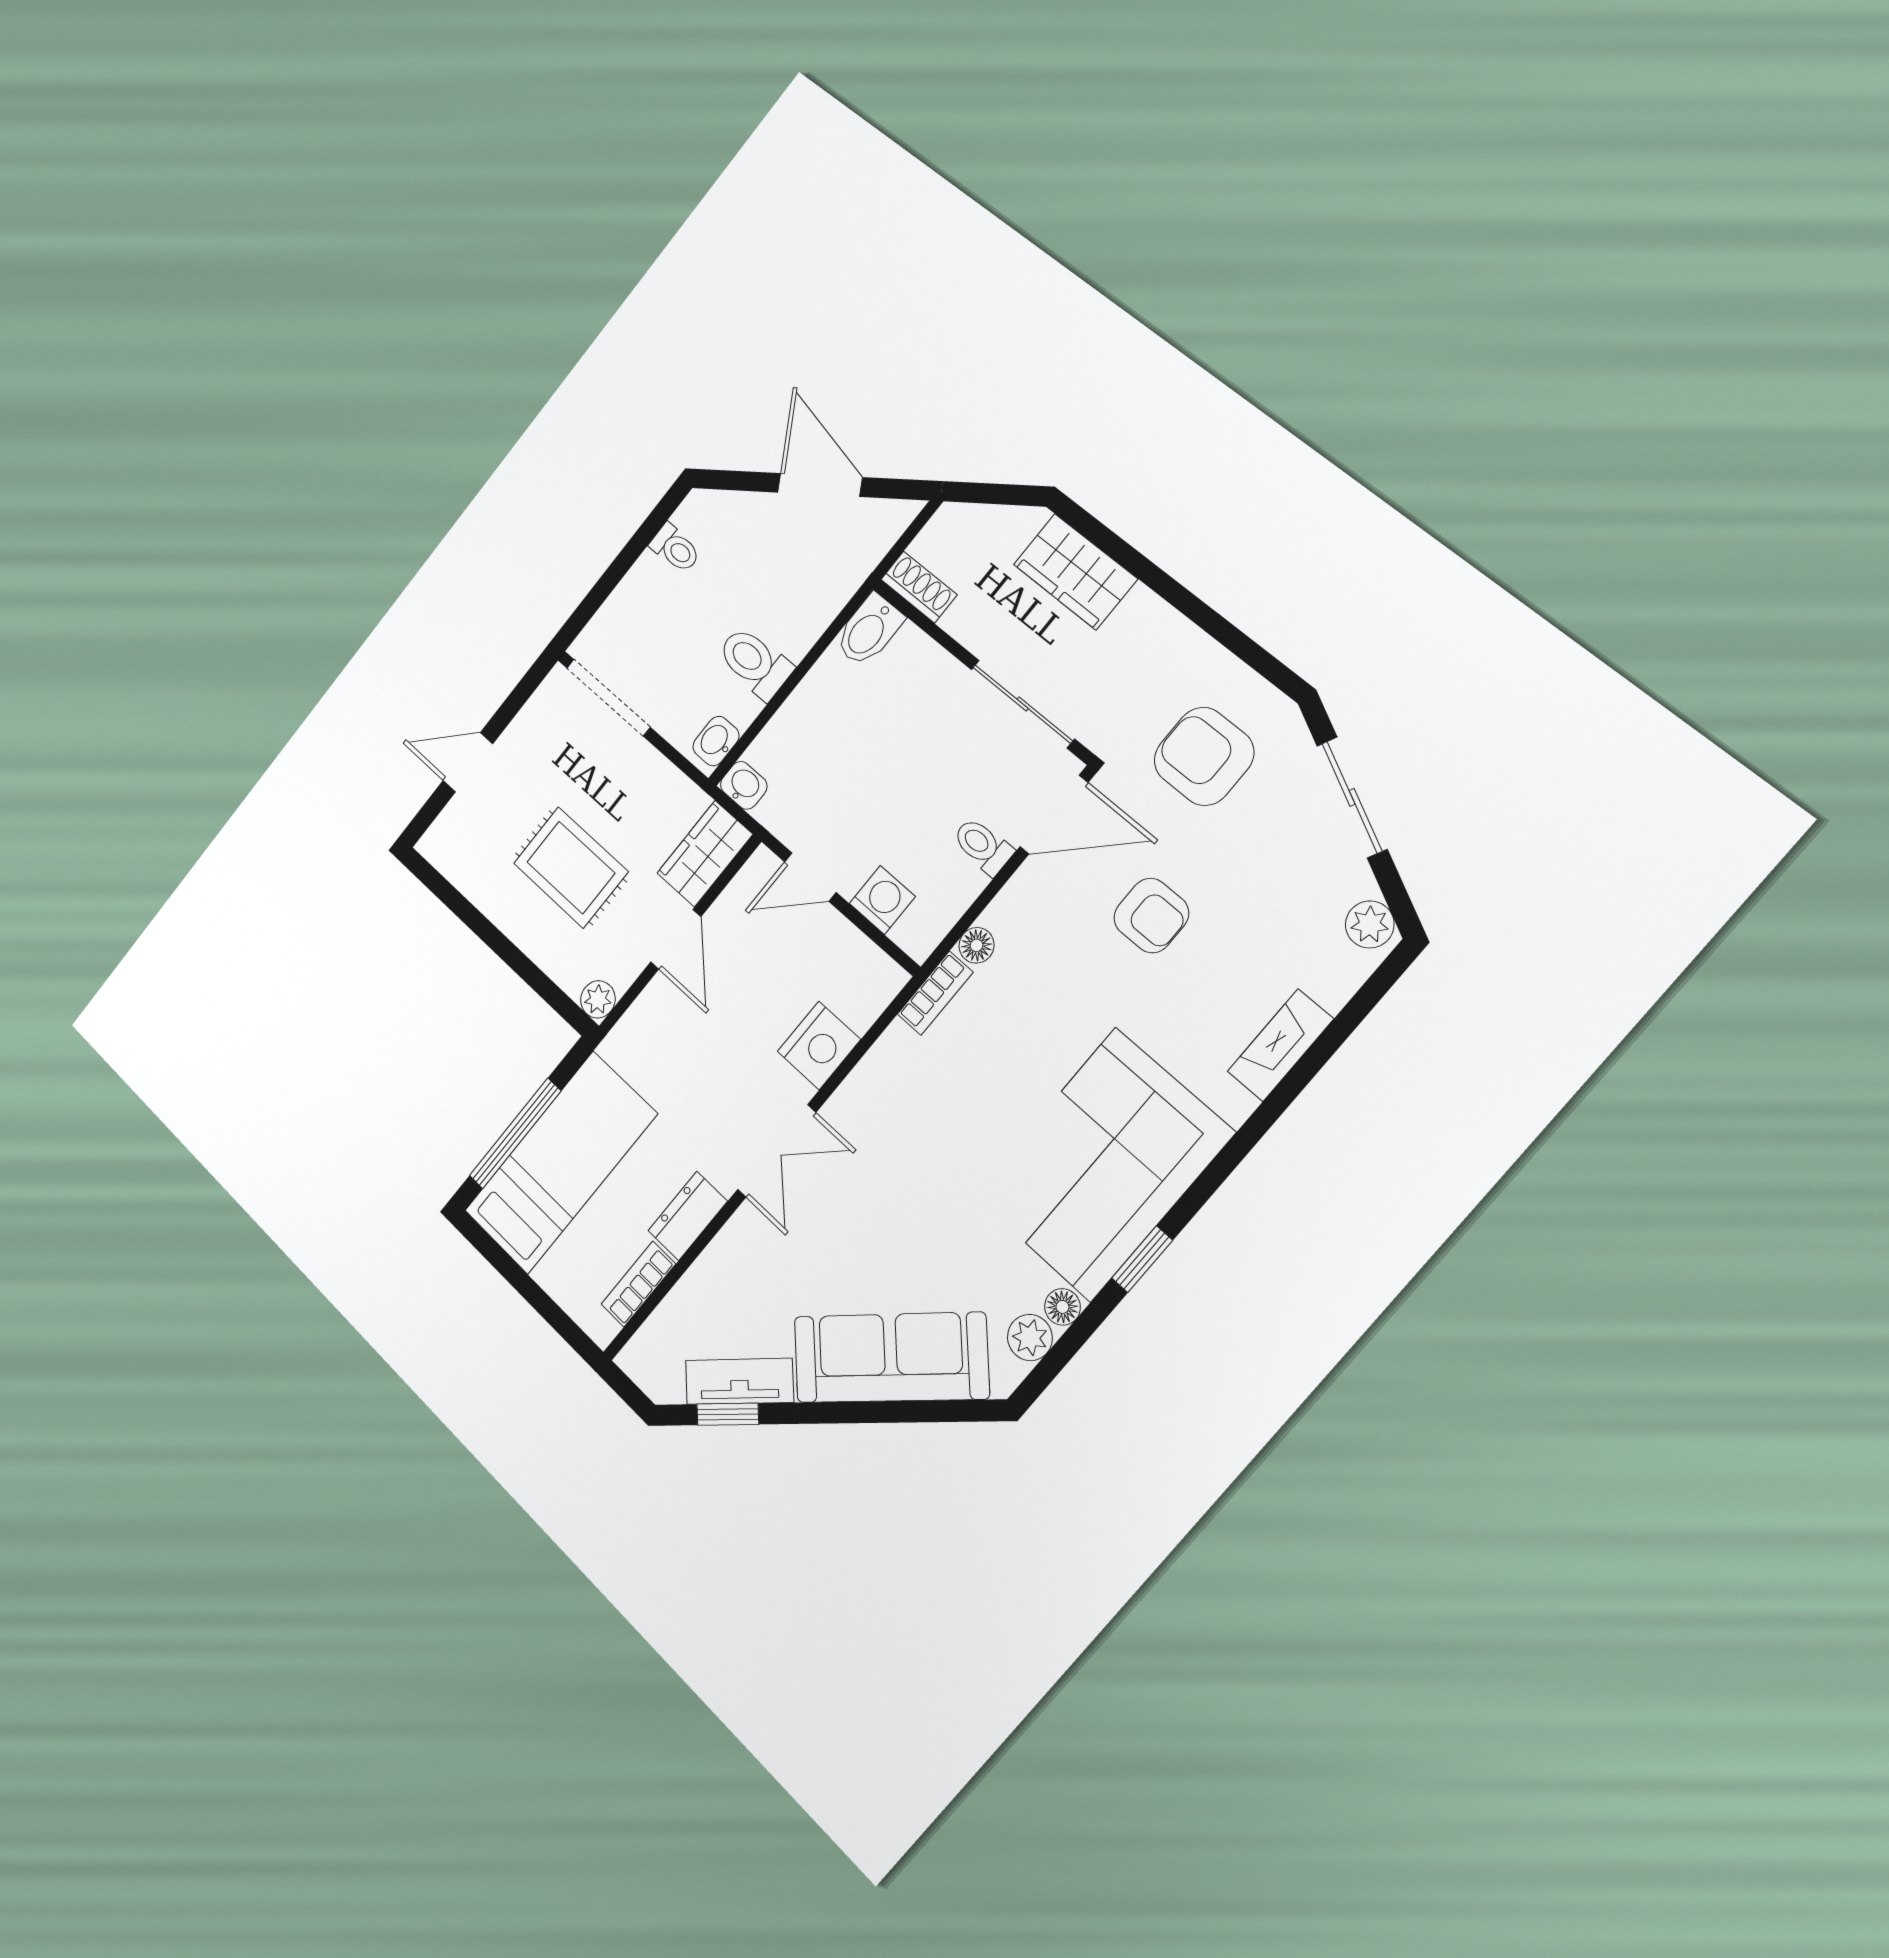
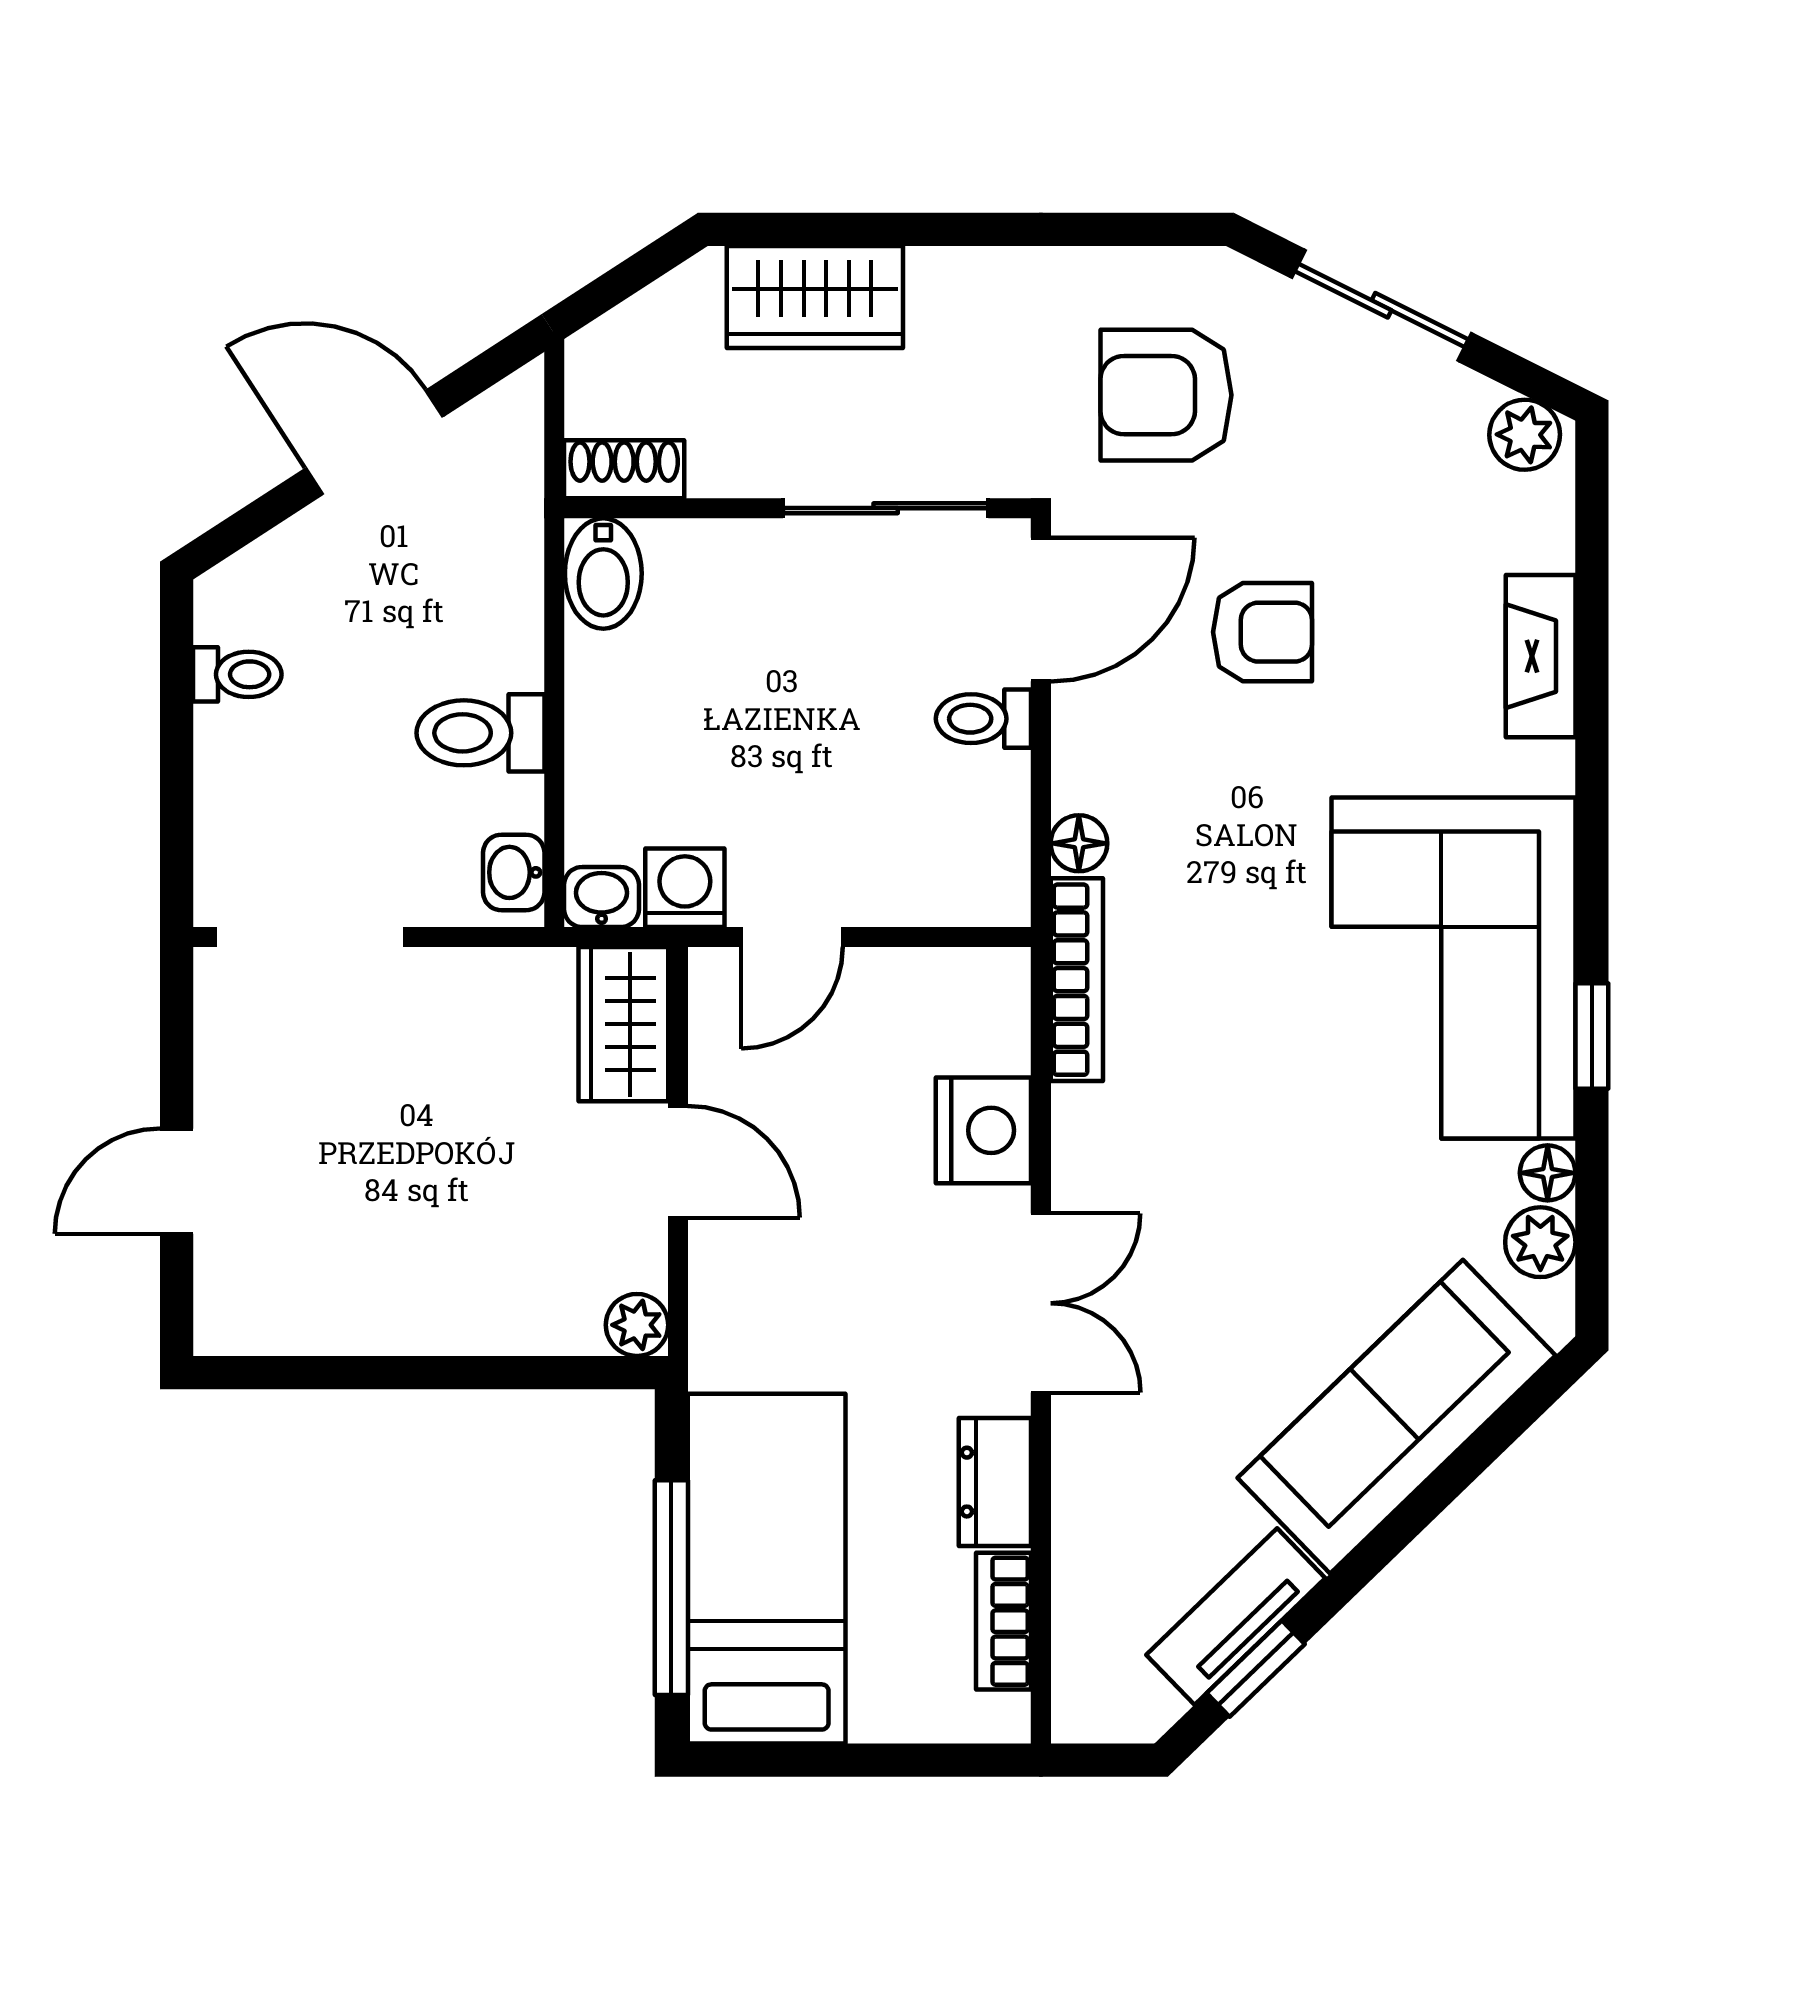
rug: (571, 867) -> (450, 1193), removed
washing machine: (882, 900) -> (685, 888), moved
bookcase: (935, 993) -> (1077, 980), width x1.56

